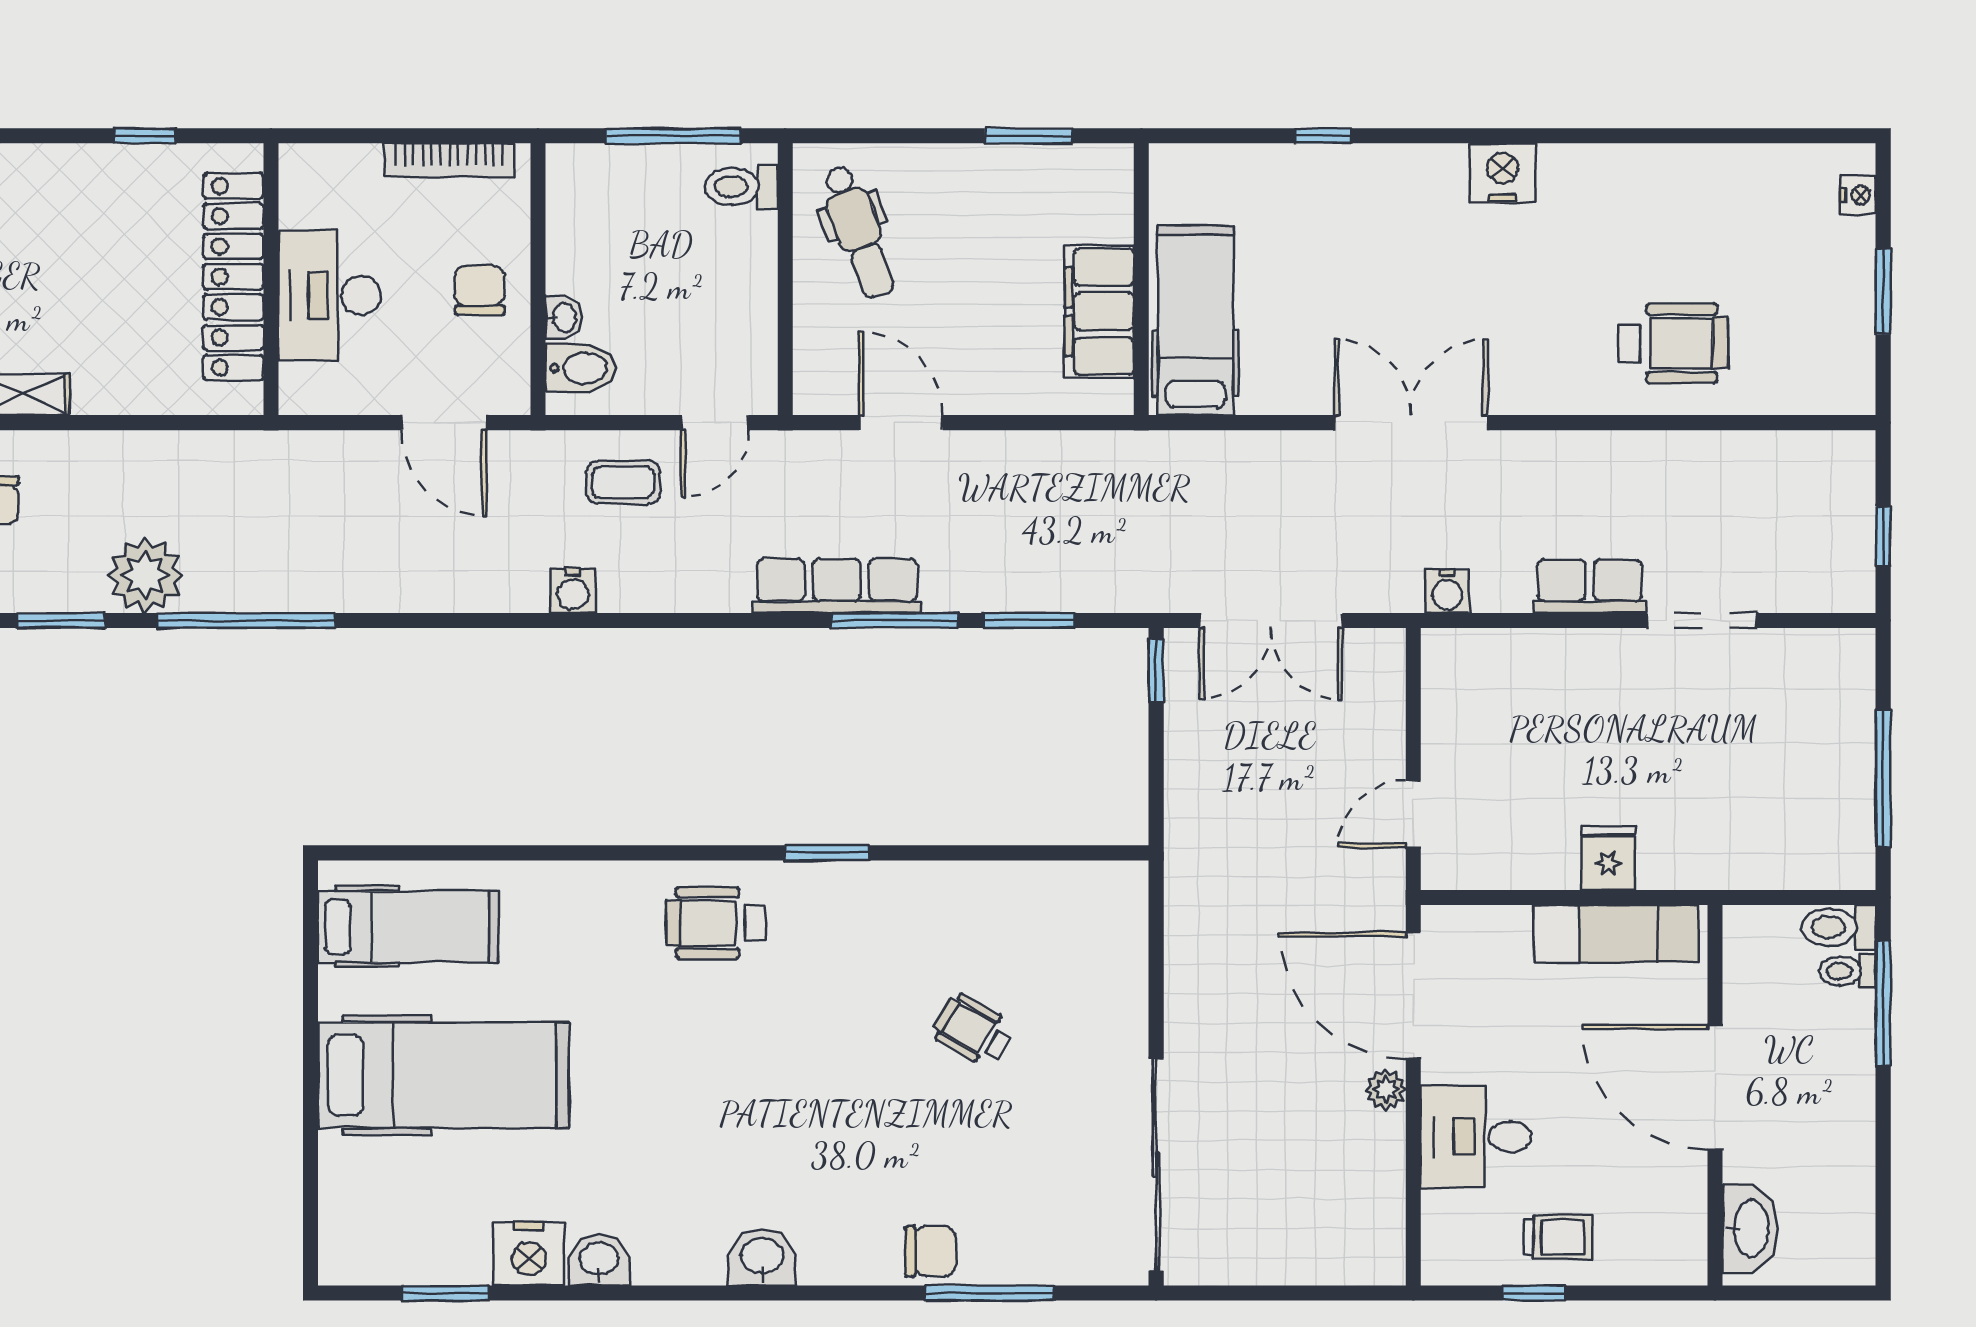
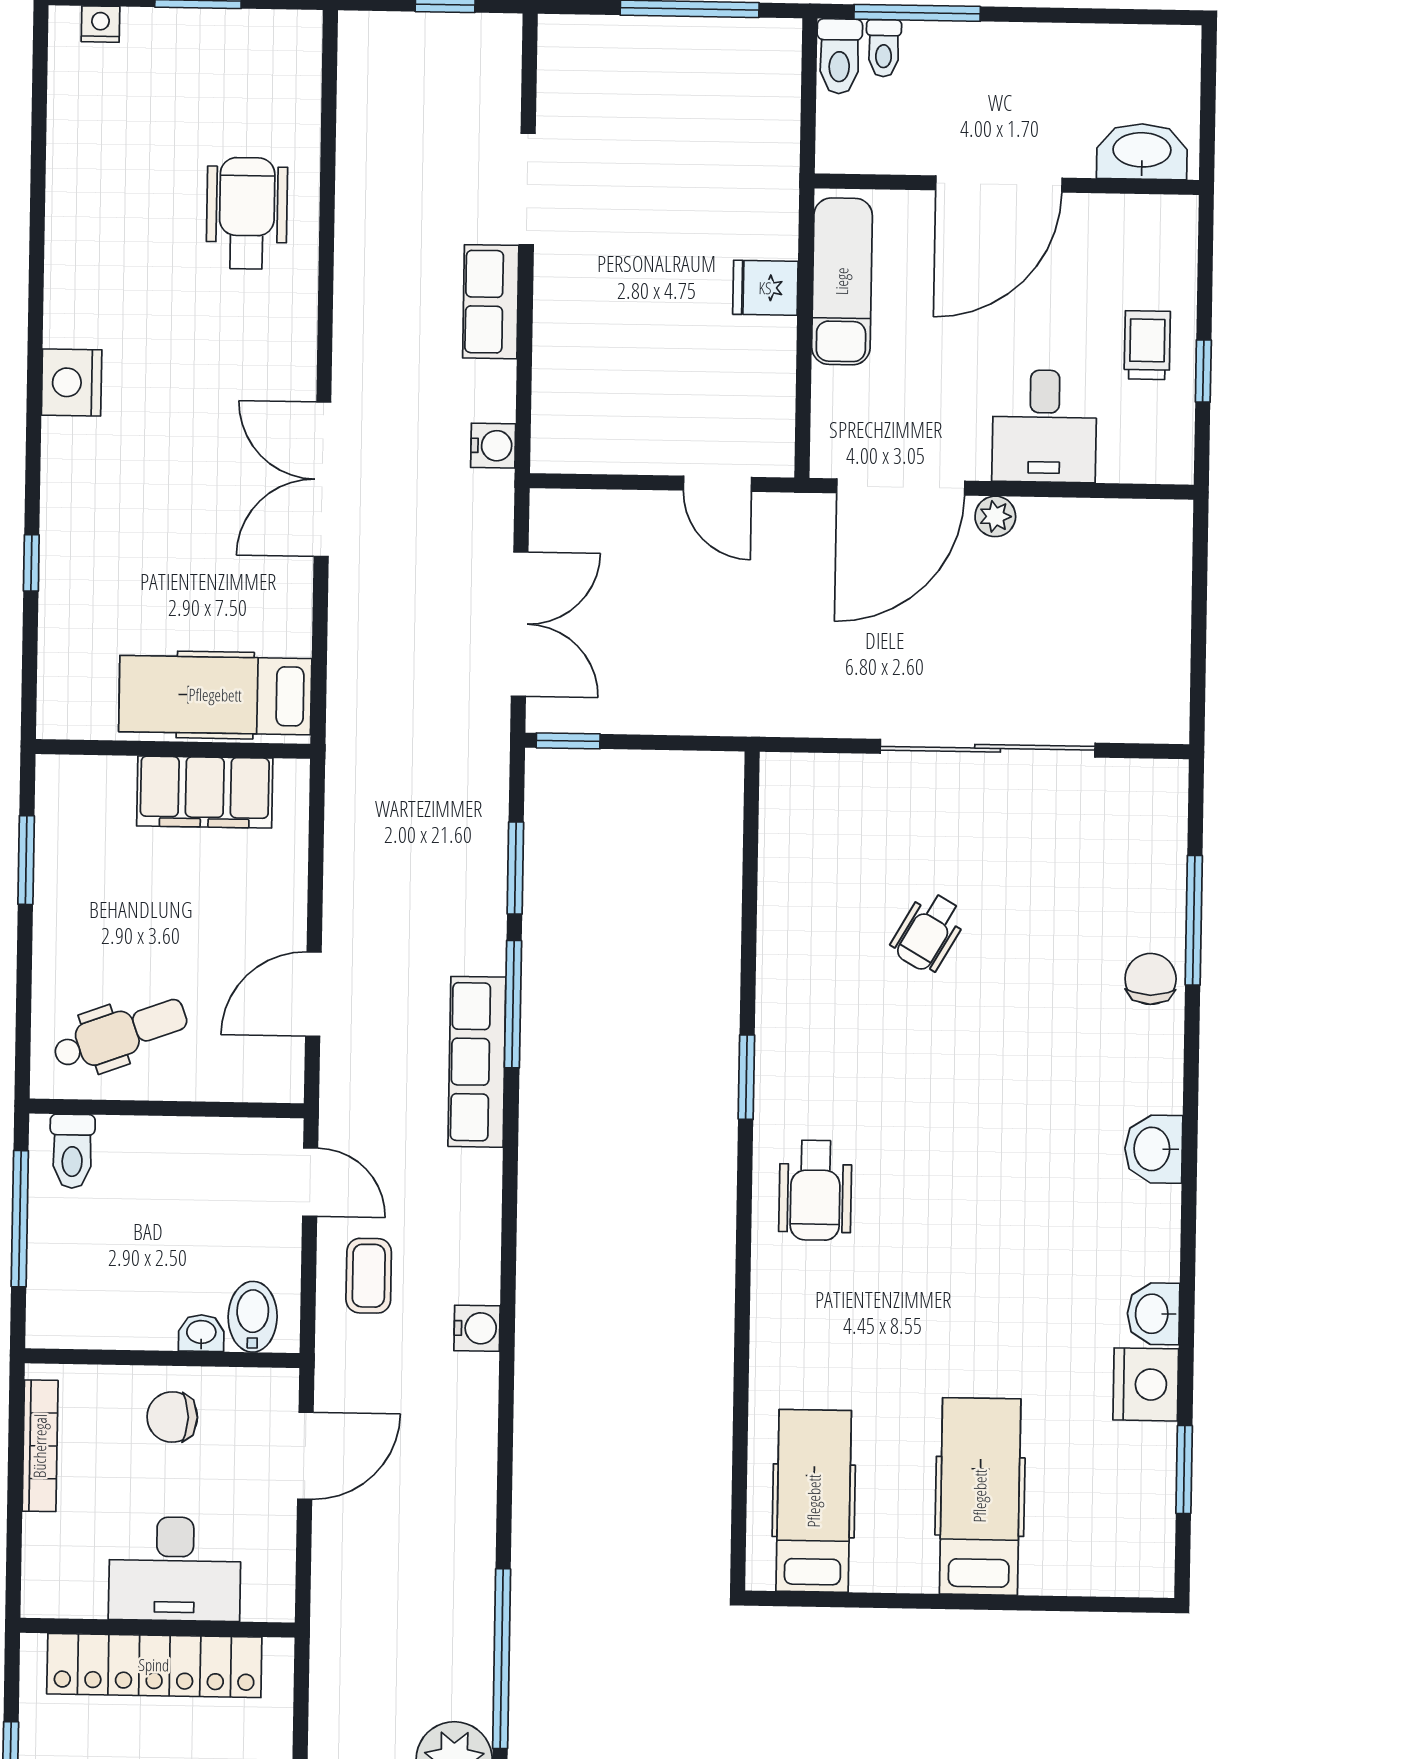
hospital bed: (443, 1075) -> (980, 1496), width x0.73, depth x0.78
sliding door: (1156, 1164) -> (988, 748), moved

